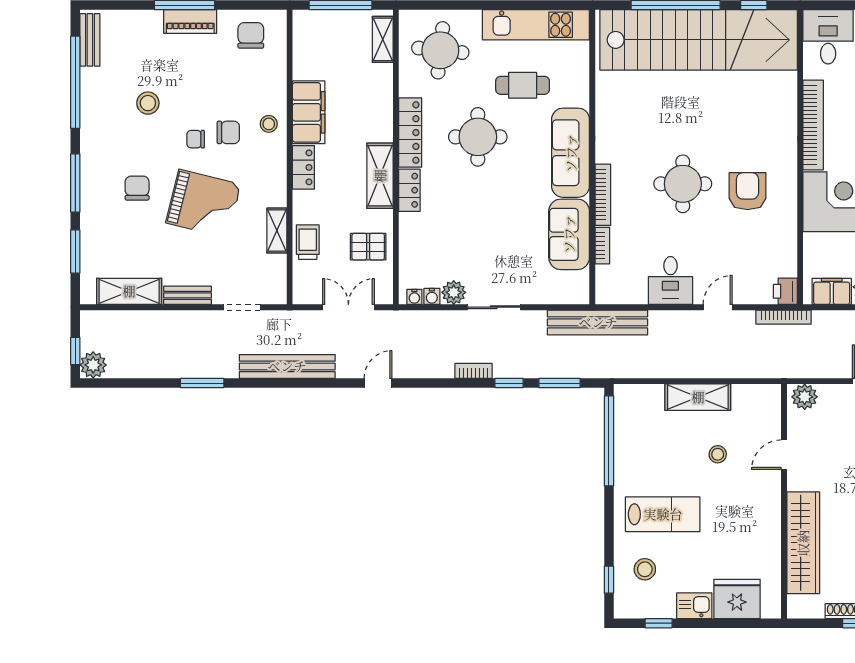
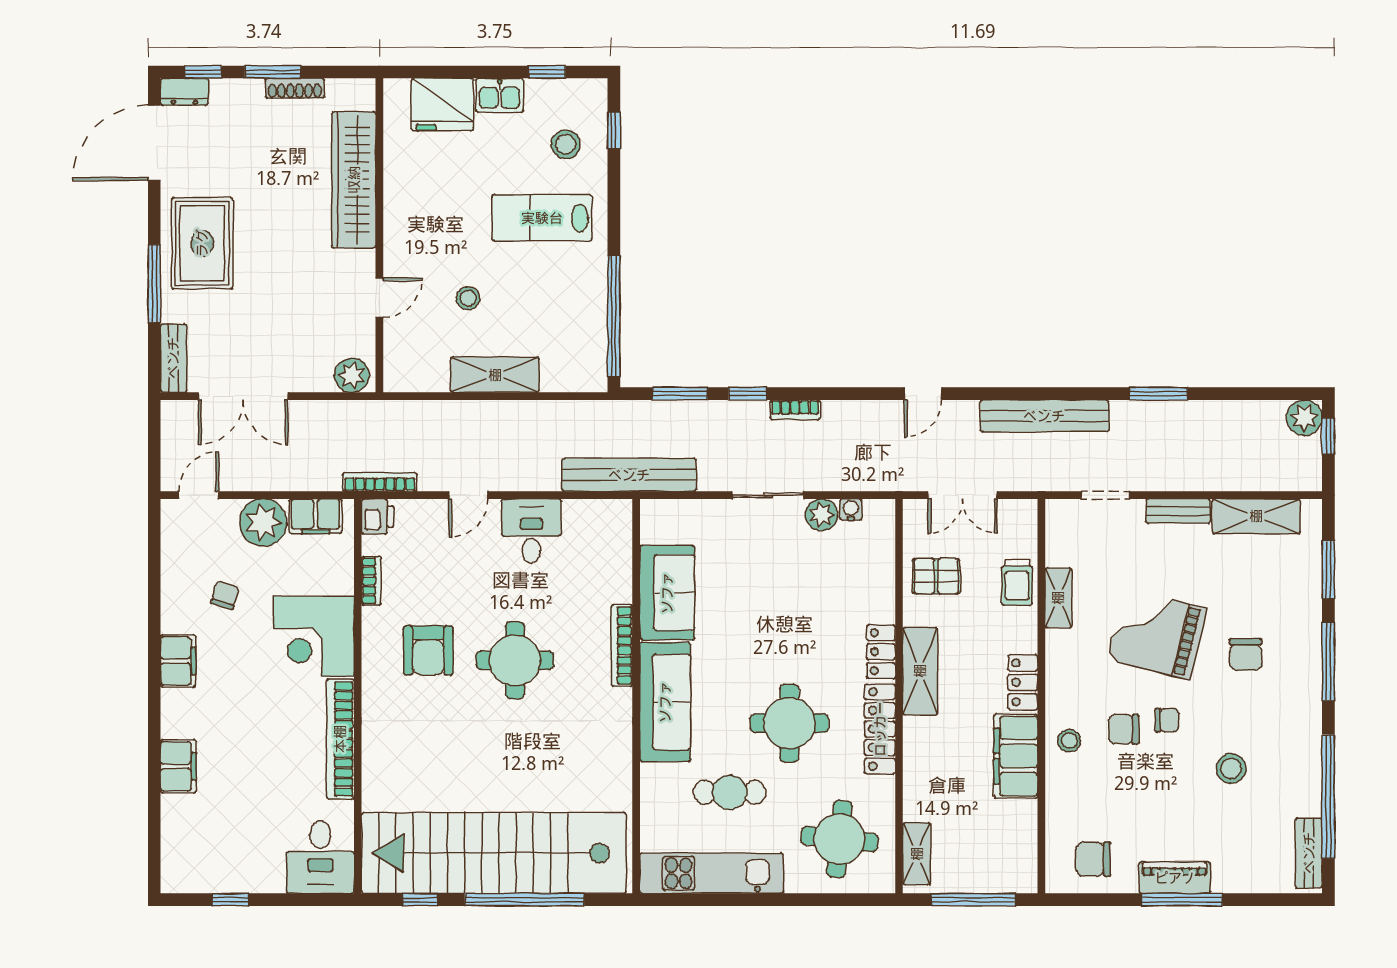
chair: (251, 35) -> (1093, 859), turned 90
bookcase: (602, 246) -> (371, 581), moved, turned 180
water cooler: (414, 297) -> (874, 509), removed

